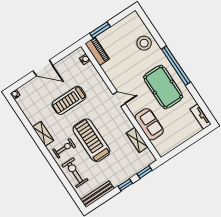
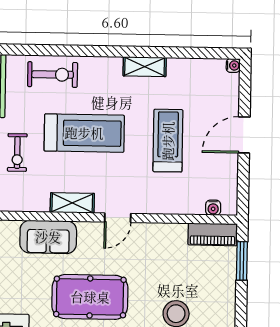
shelving: (137, 140) -> (72, 203), moved
exercise bike: (64, 148) -> (17, 153), moved

